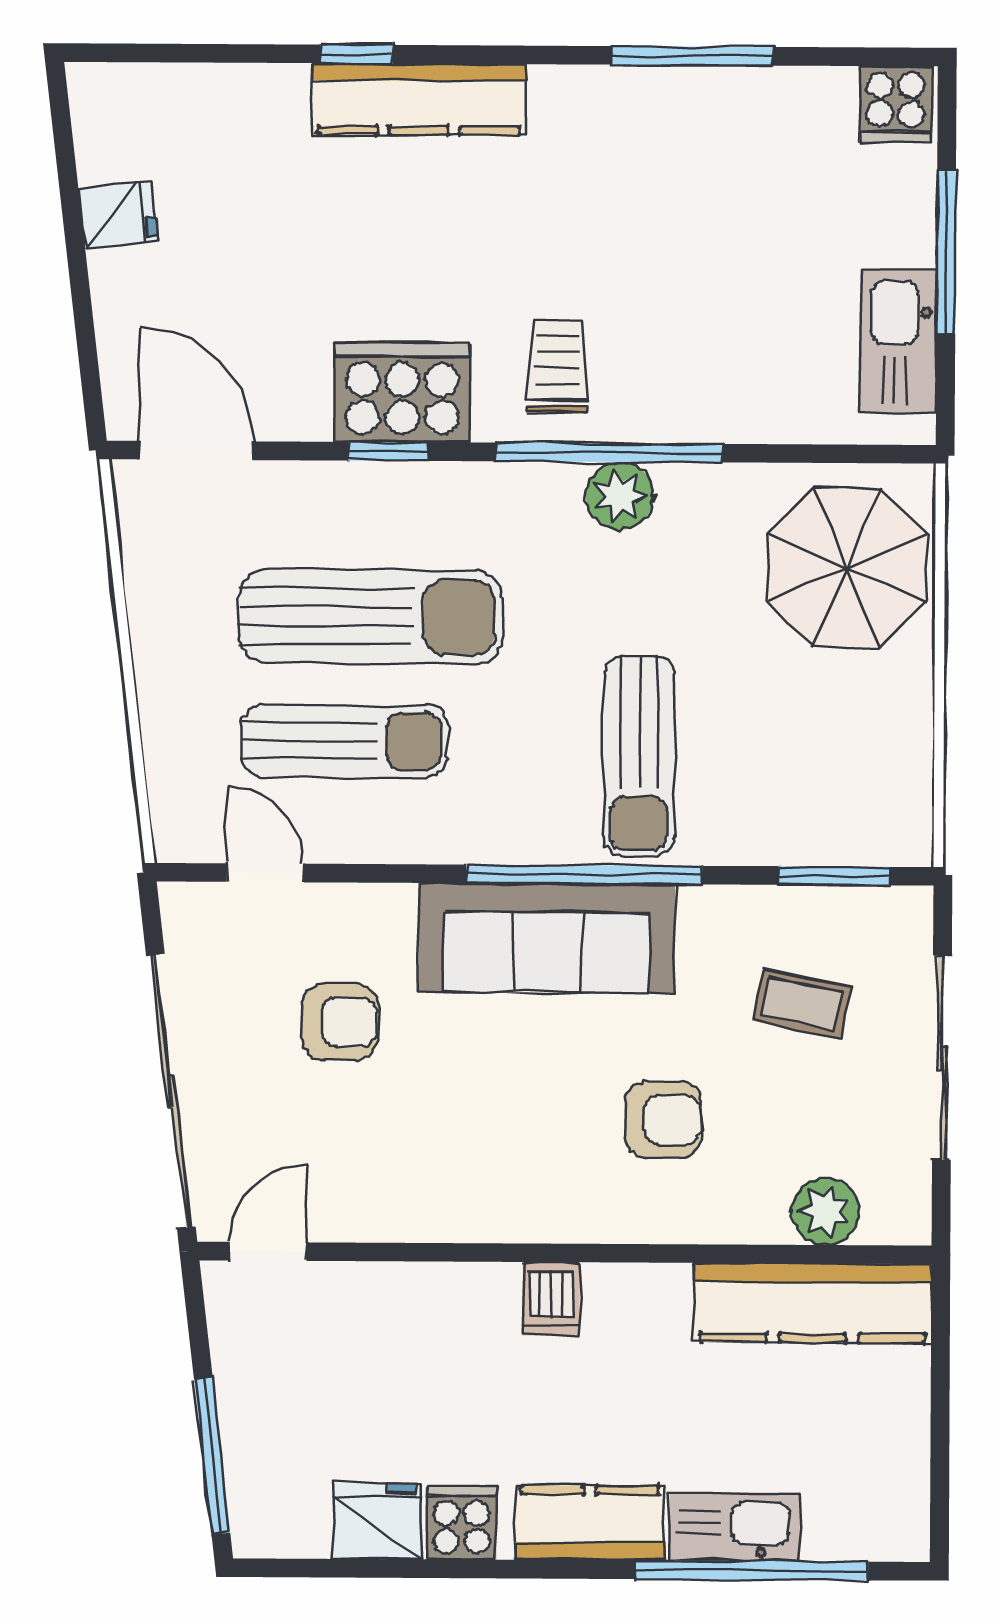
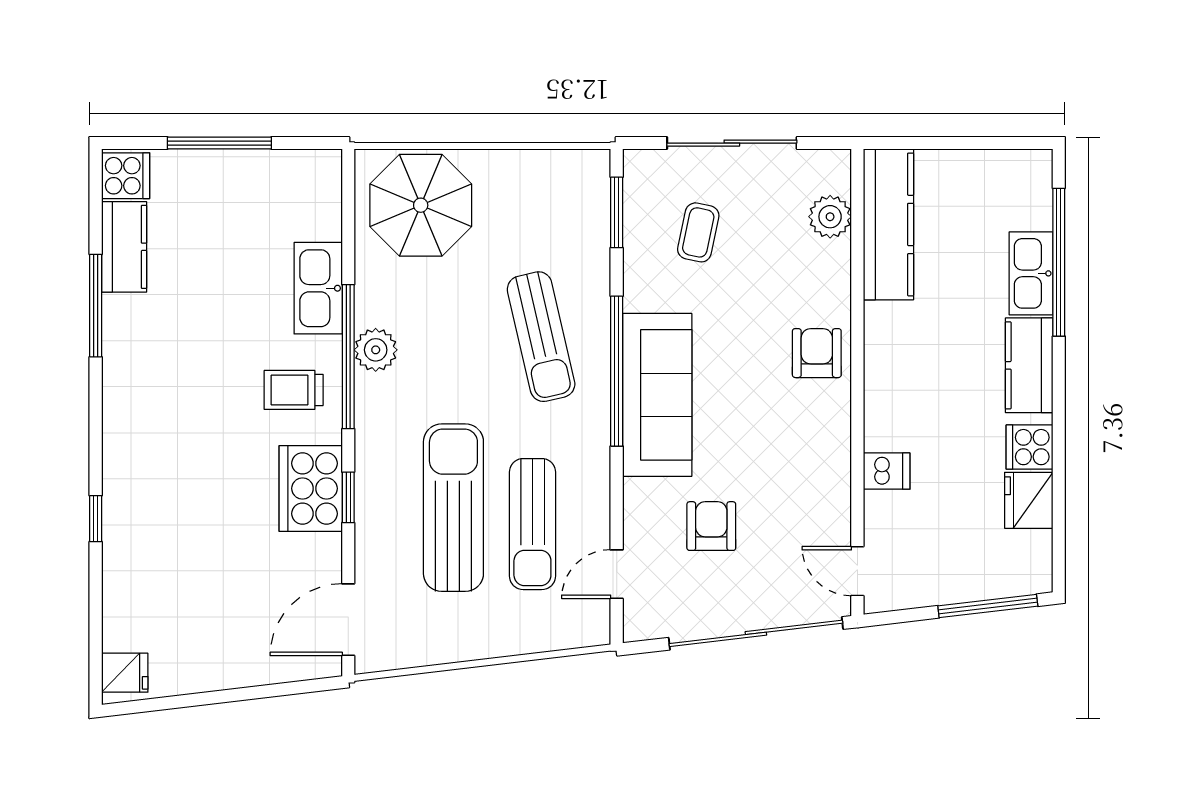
kitchen counter: (419, 99) -> (124, 247), moved, width x0.67
fridge: (118, 215) -> (125, 673), moved, turned 97
kitchen sink: (898, 341) -> (318, 288), moved, turned 90
sun lounger: (345, 741) -> (532, 524), turned 180
sun lounger: (639, 756) -> (541, 337), turned 77
armchair: (663, 1120) -> (817, 353), moved
dishwasher: (551, 1299) -> (887, 471), moved

